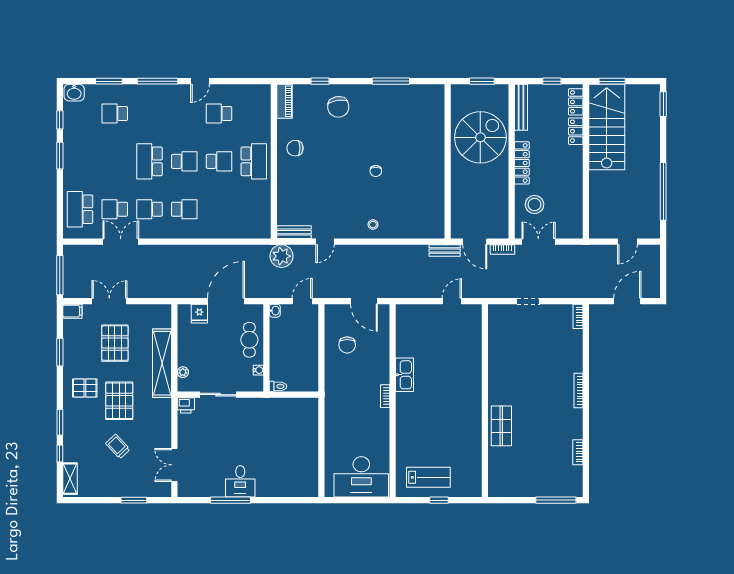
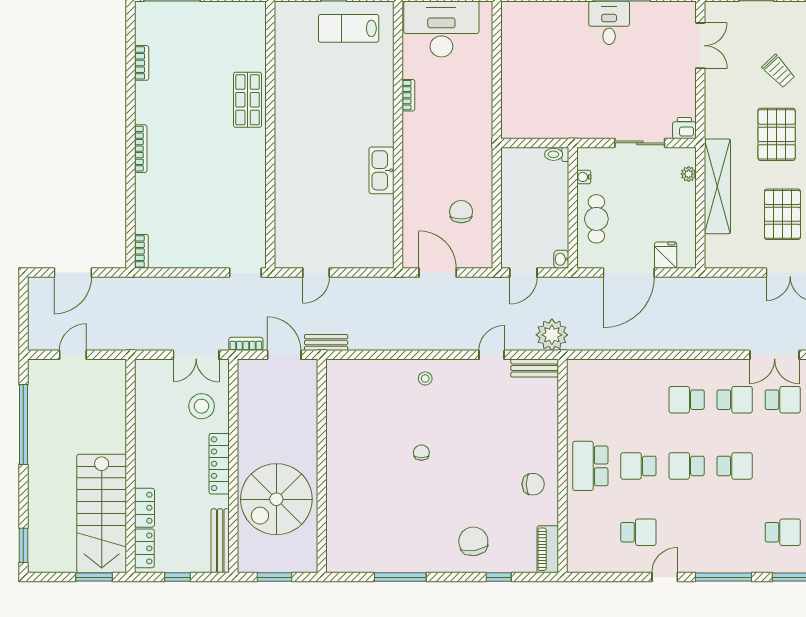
school desk: (150, 161) -> (735, 466), width x0.54
doorway: (528, 301) -> (245, 273), moved
bookcase: (385, 396) -> (408, 95), moved

